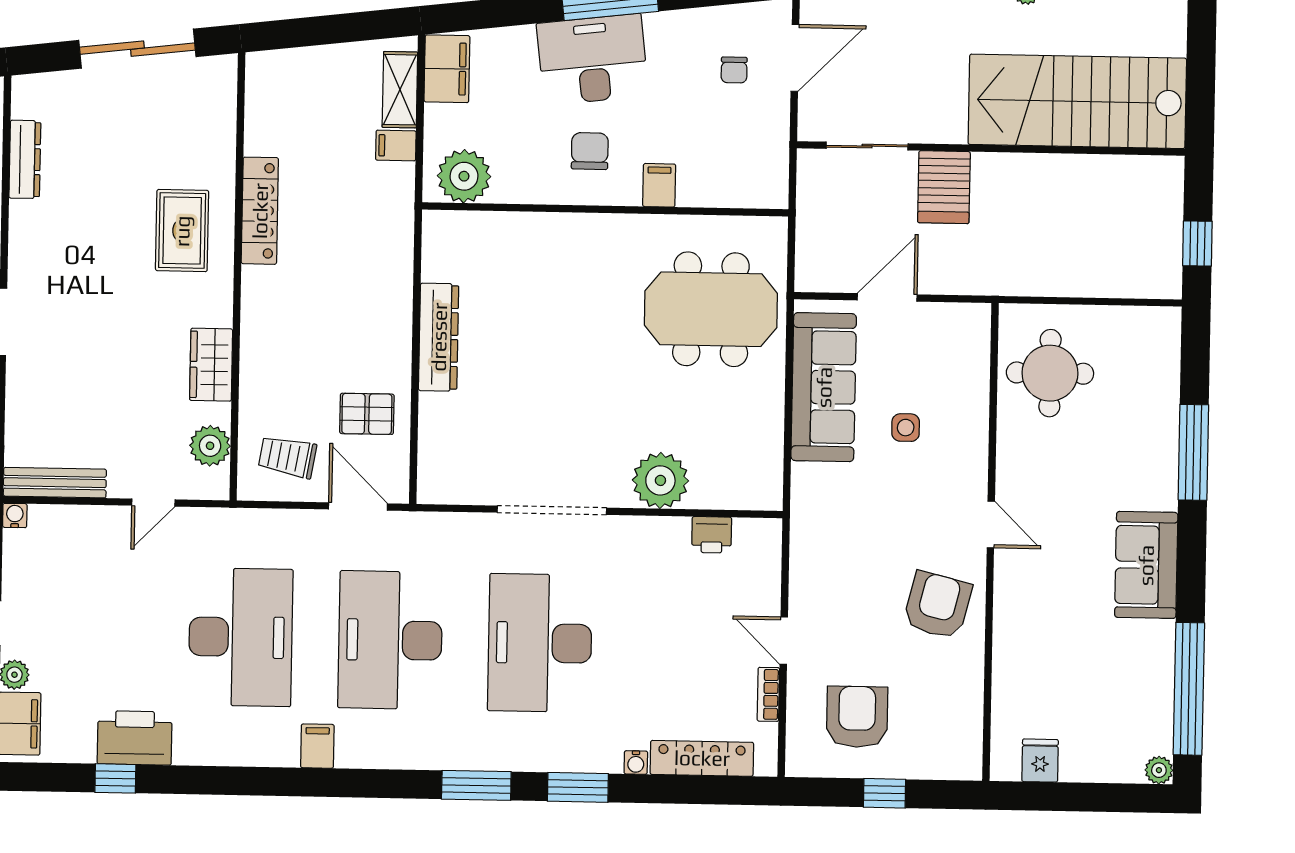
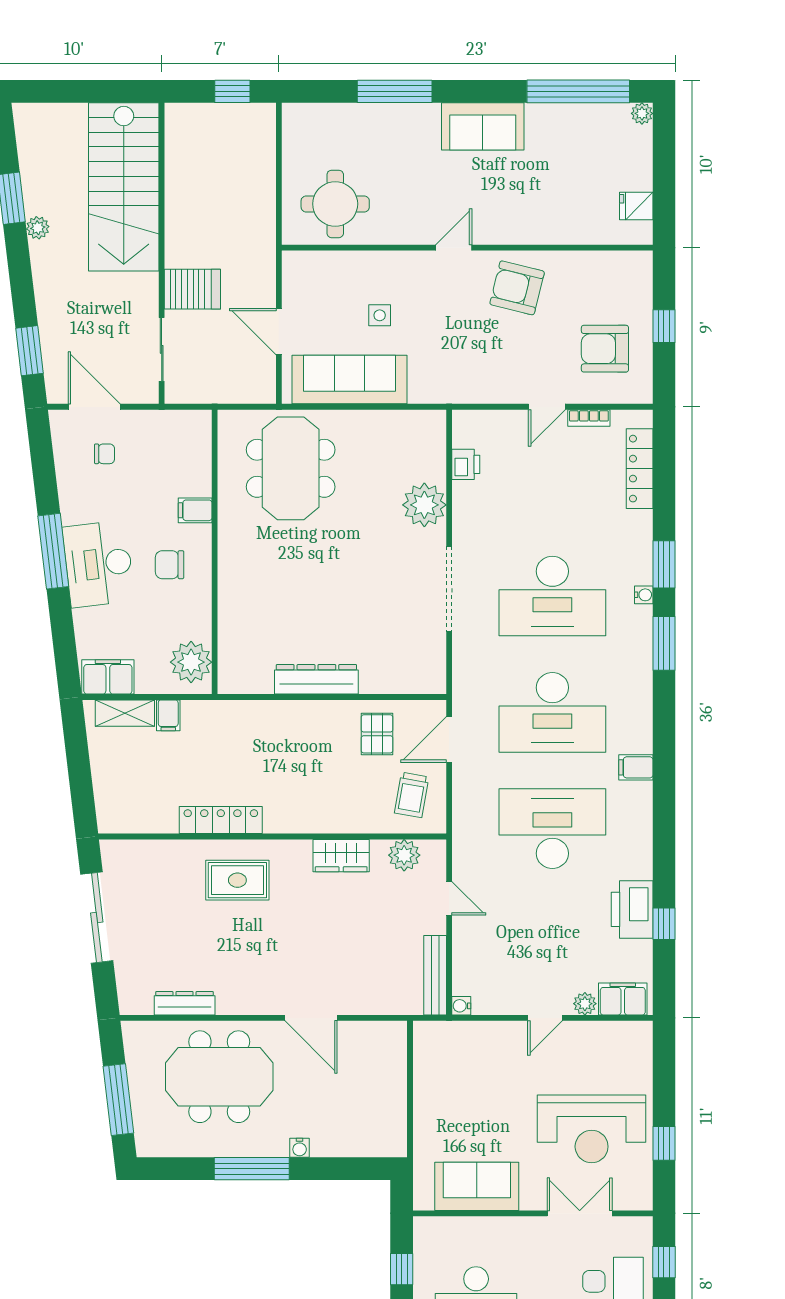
water cooler: (636, 762) -> (644, 595), moved

